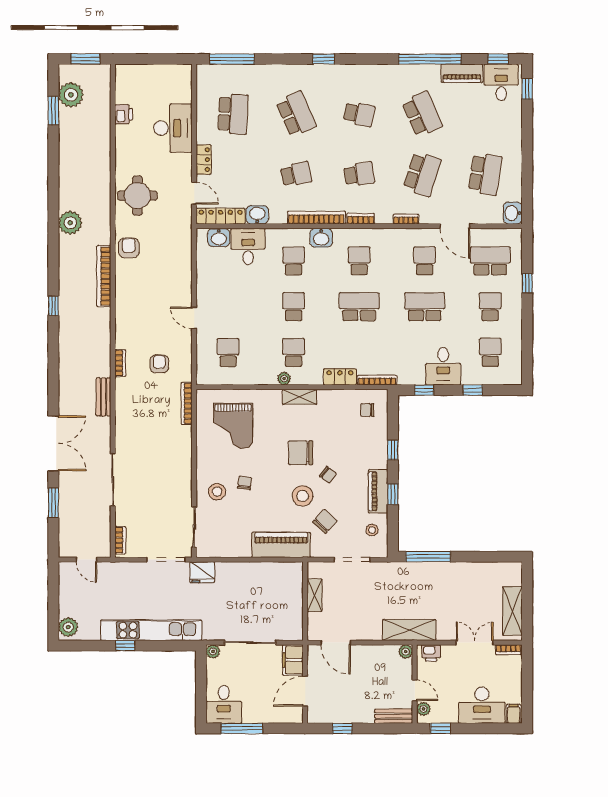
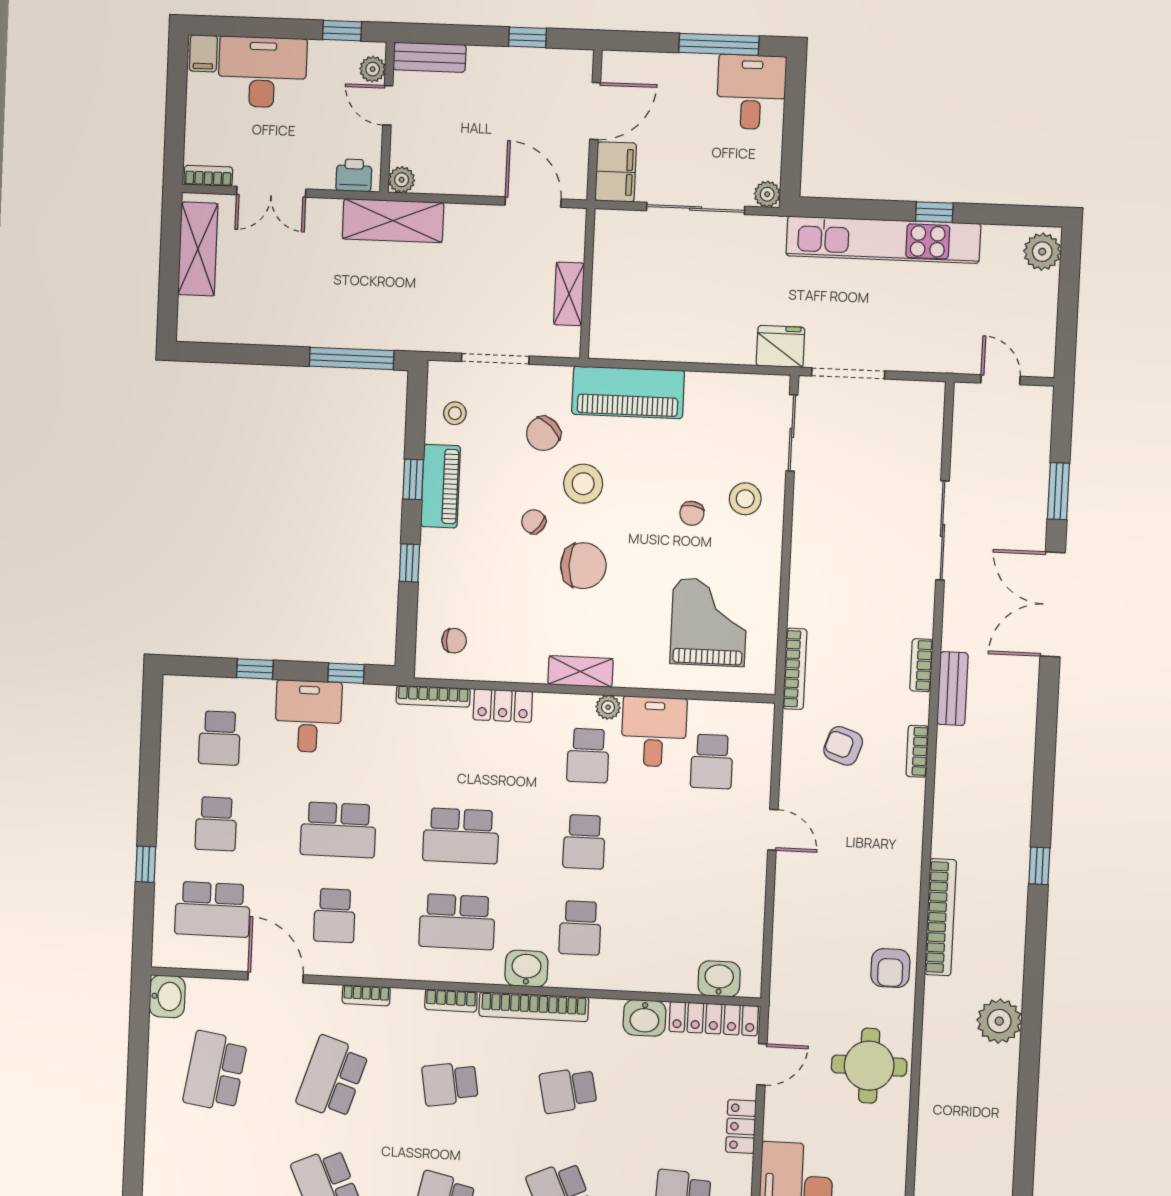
door: (194, 193) -> (762, 1064), swing flipped
desk: (248, 246) -> (654, 732), moved, turned 180
school desk: (359, 261) -> (457, 922), width x1.85
armchair: (159, 364) -> (843, 746), turned 109
bookcase: (120, 540) -> (921, 665), moved

